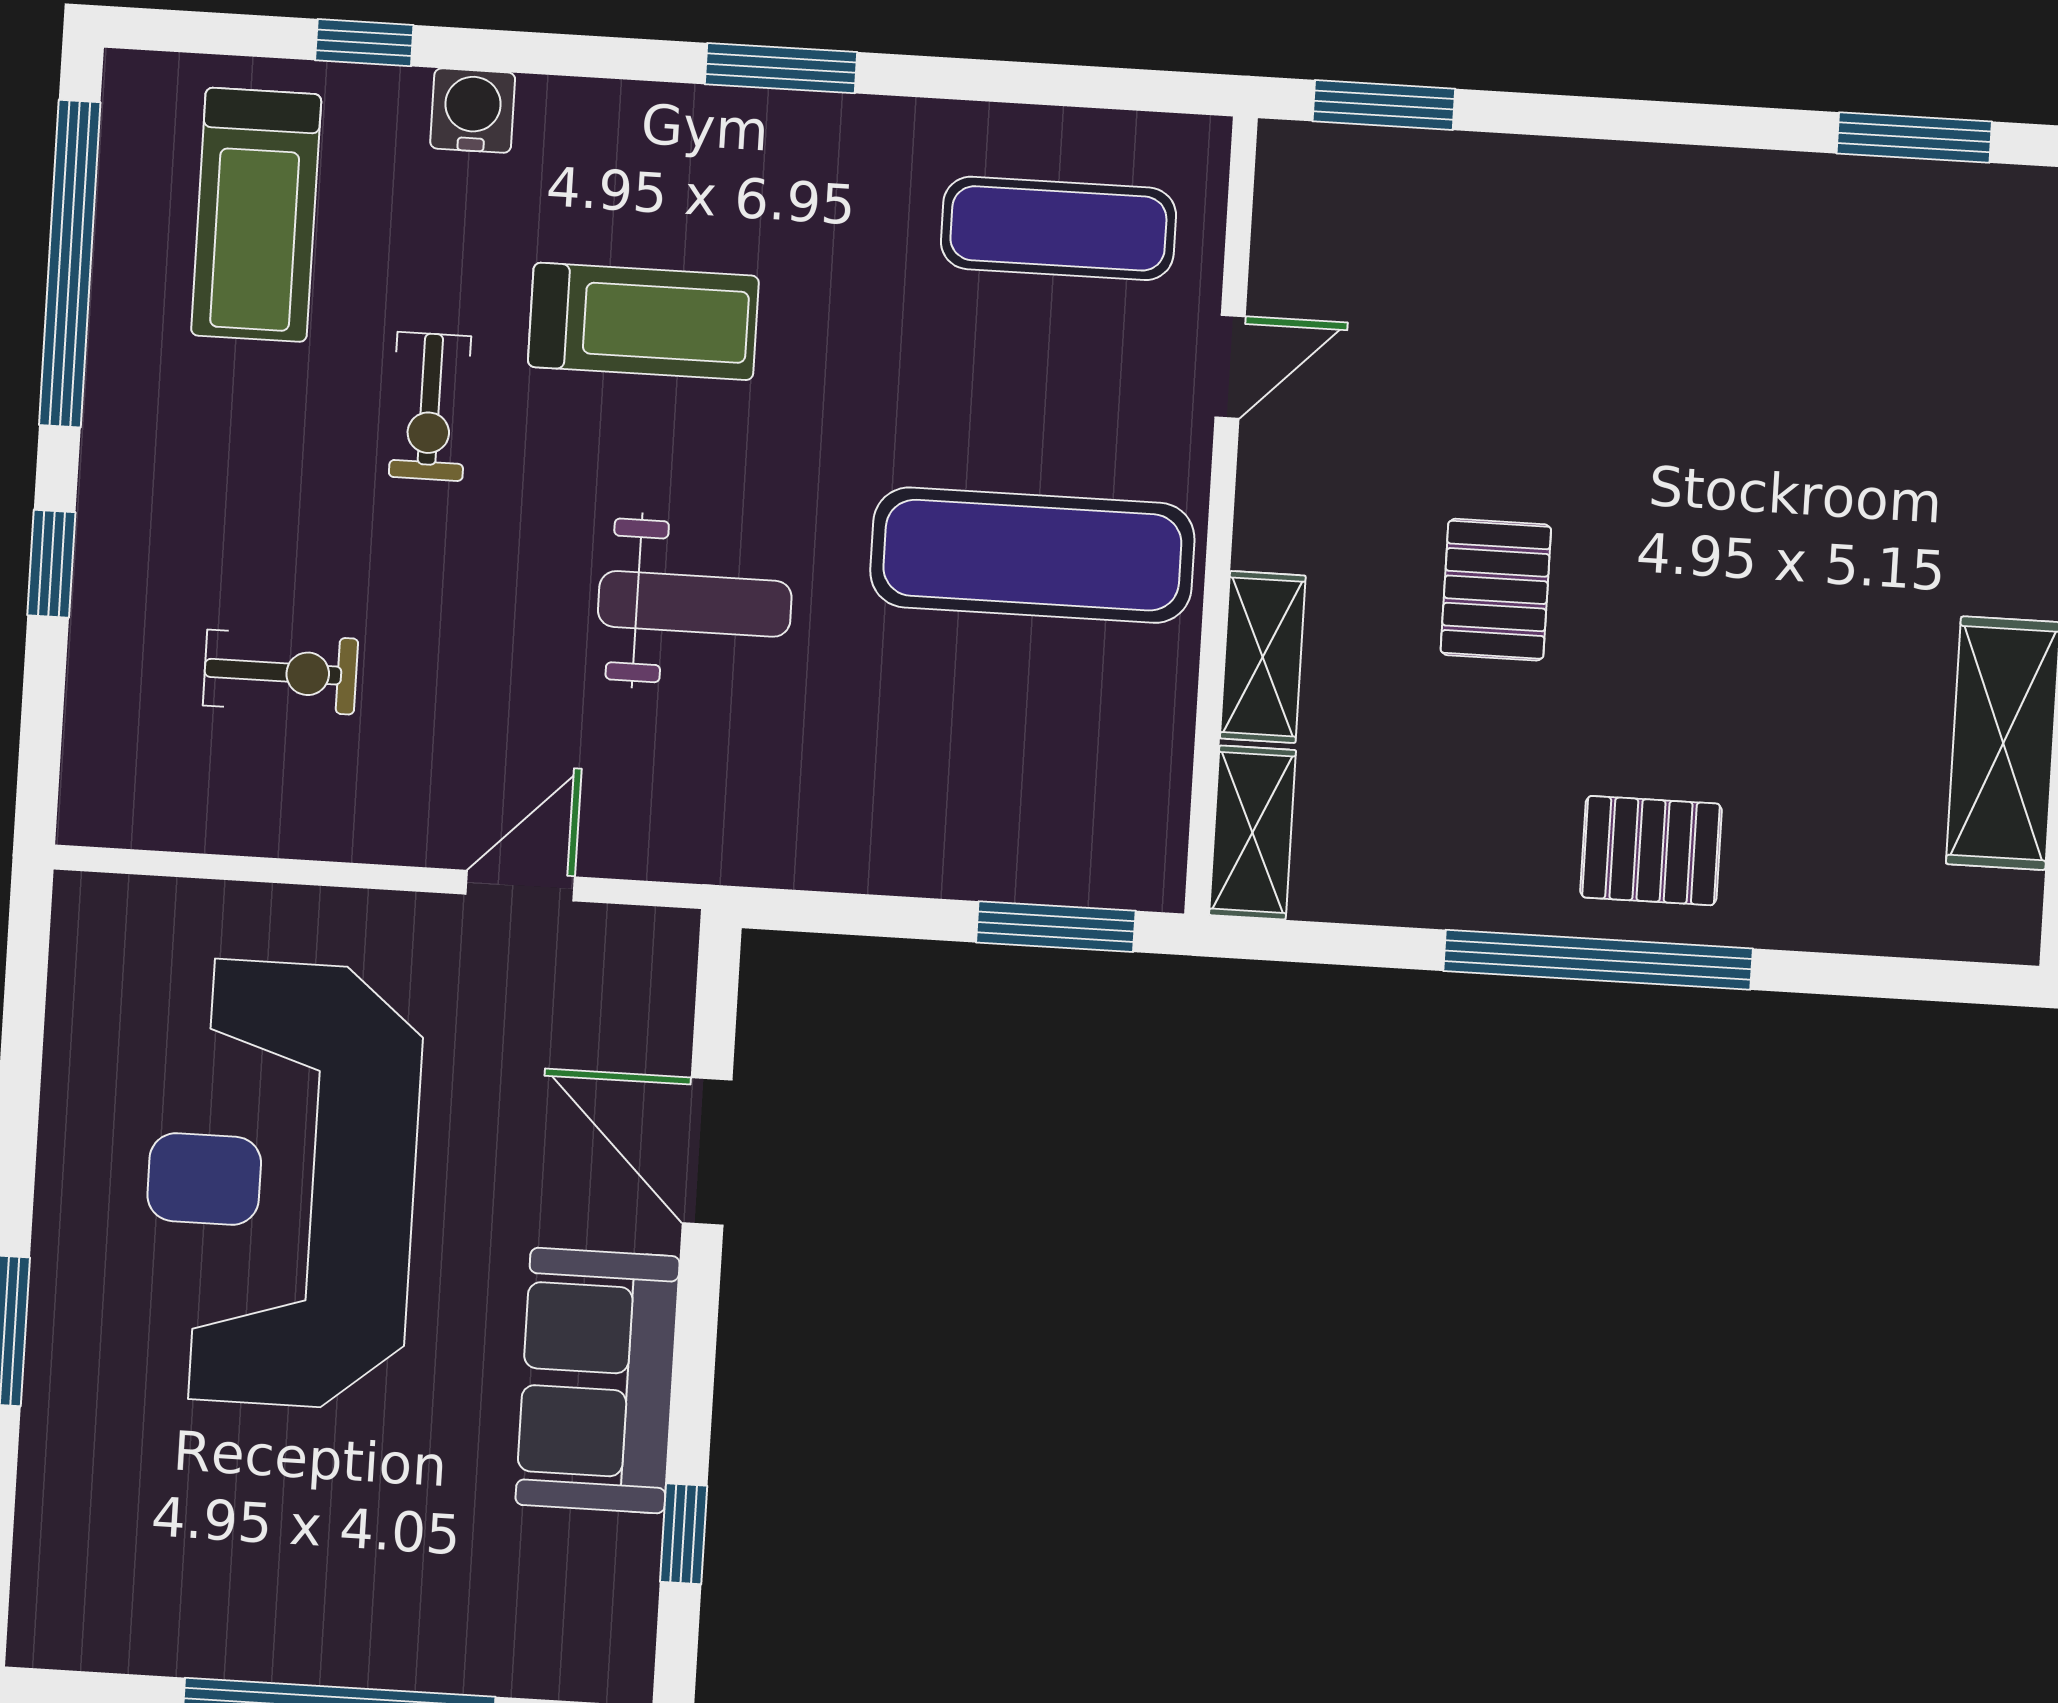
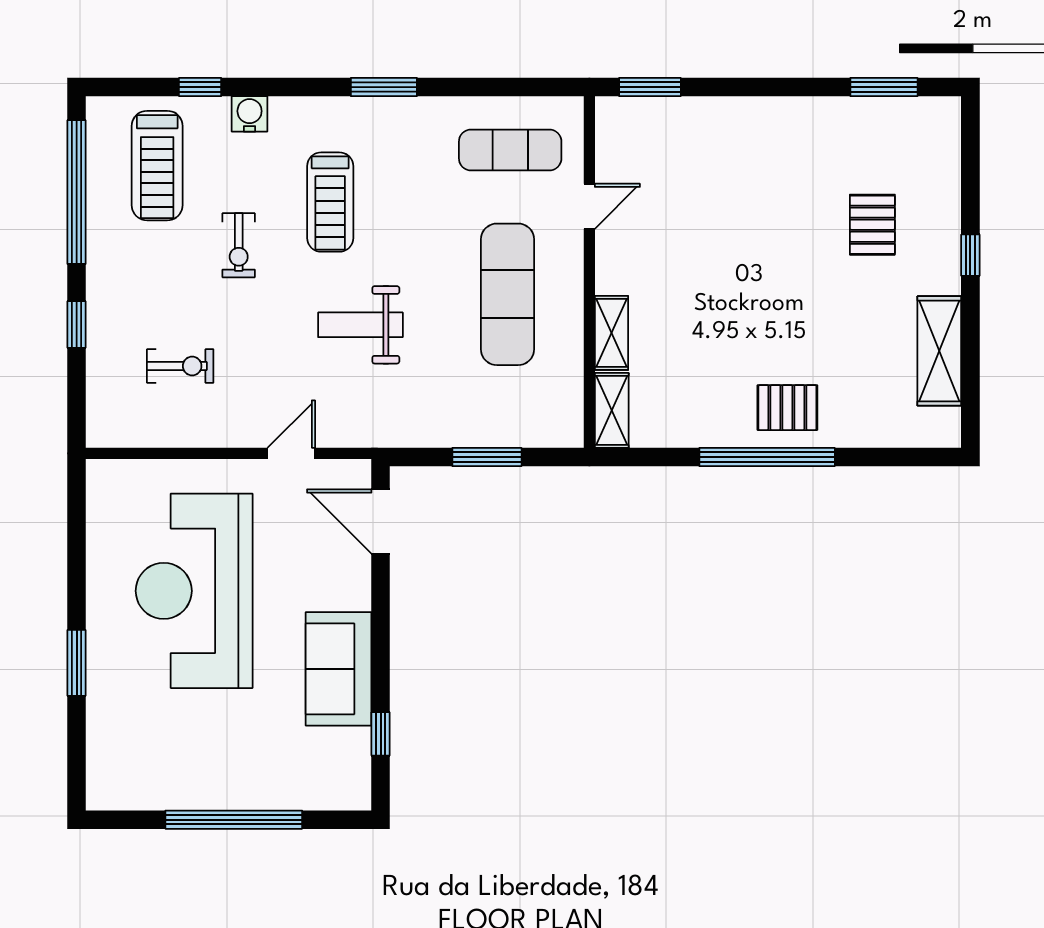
treadmill: (643, 321) -> (330, 202), turned 90
exercise mat: (1032, 555) -> (508, 294), turned 90
pallet: (1496, 590) -> (872, 225), moved
weight bench: (695, 604) -> (360, 325), turned 180
window: (1056, 927) -> (487, 457), moved
door: (707, 1151) -> (381, 522), moved

